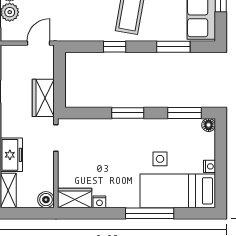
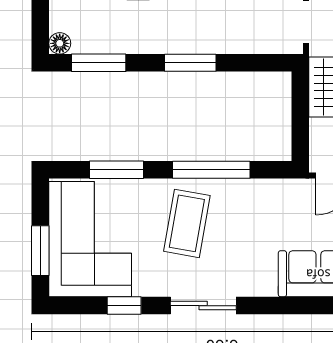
window: (115, 47) -> (211, 170), width x2.17

